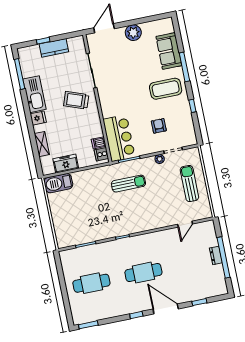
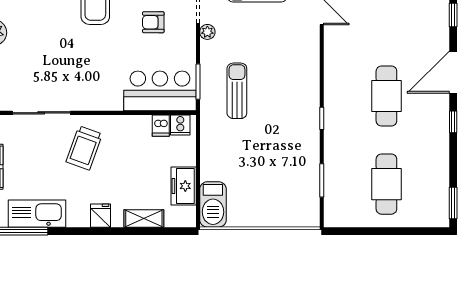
kitchen sink: (34, 94) -> (37, 214), moved

